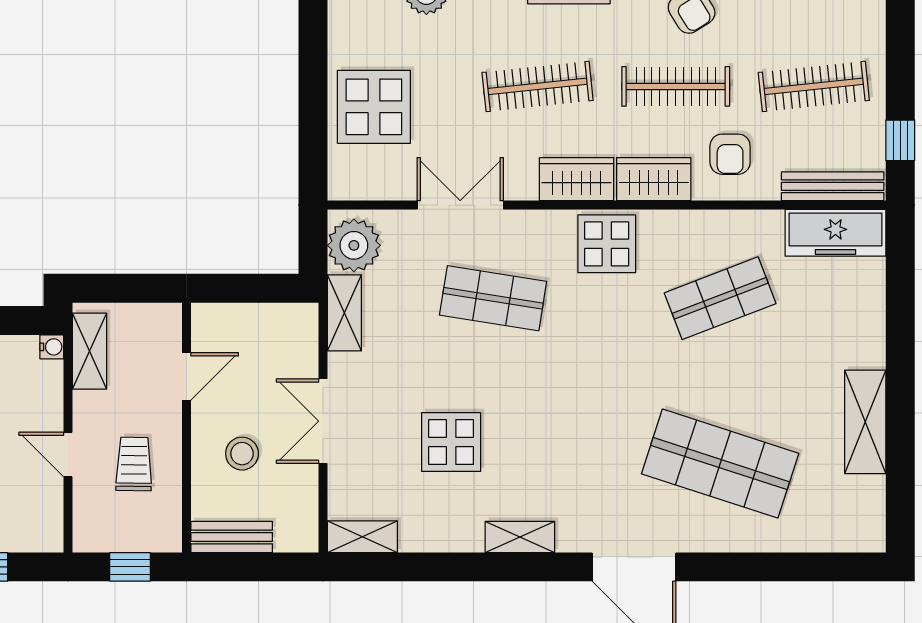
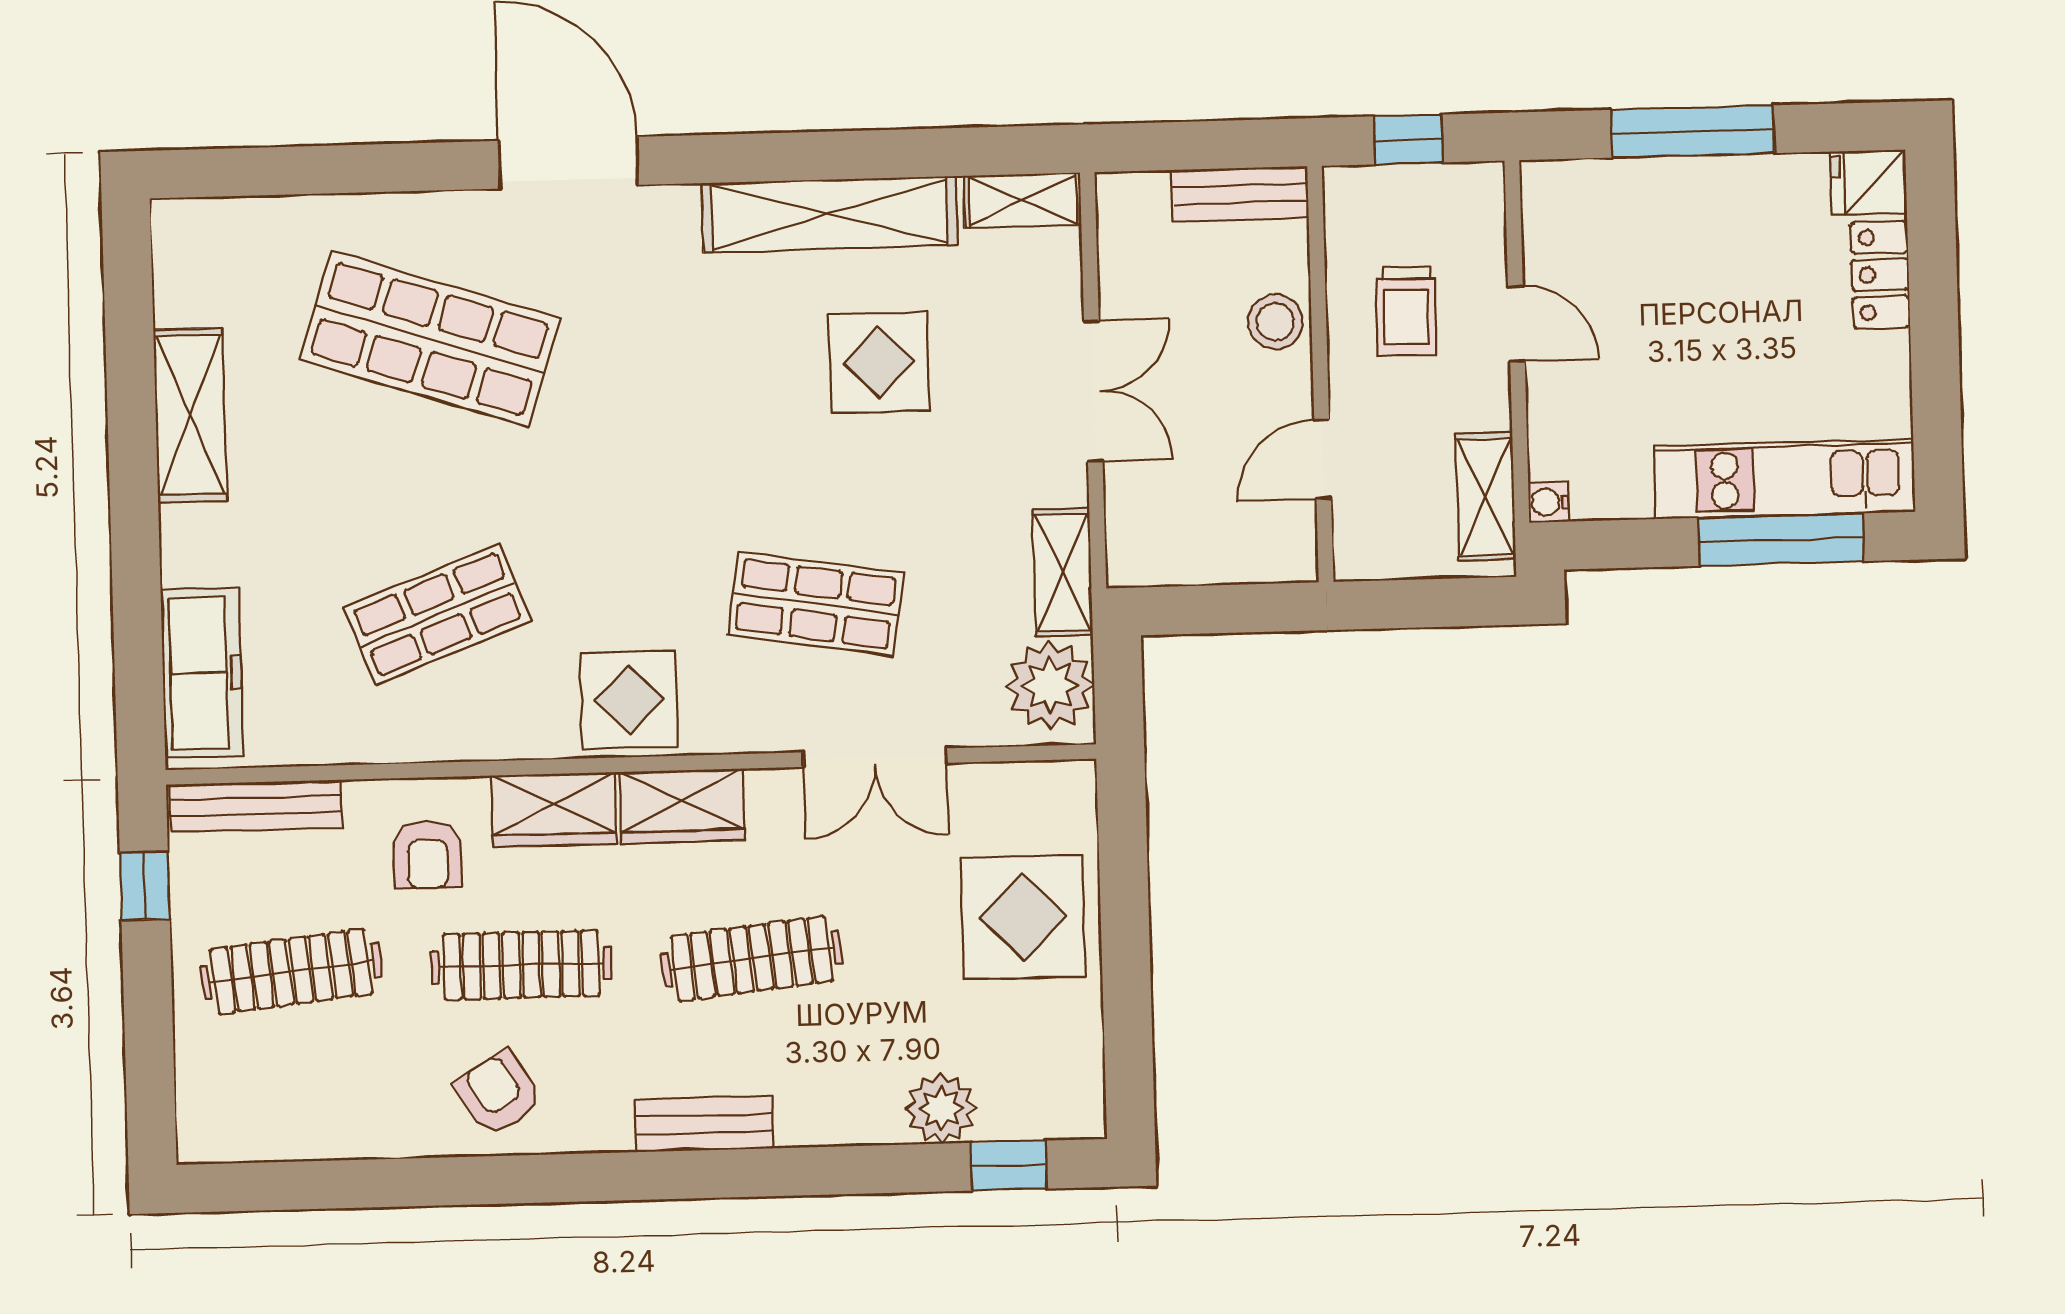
armchair: (730, 154) -> (428, 855), turned 180
freezer: (835, 233) -> (202, 673), moved, turned 90
stool: (242, 454) -> (1275, 322), moved
shelving: (520, 537) -> (829, 214), width x2.20, depth x1.33

